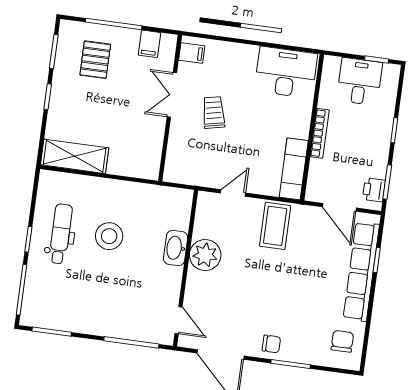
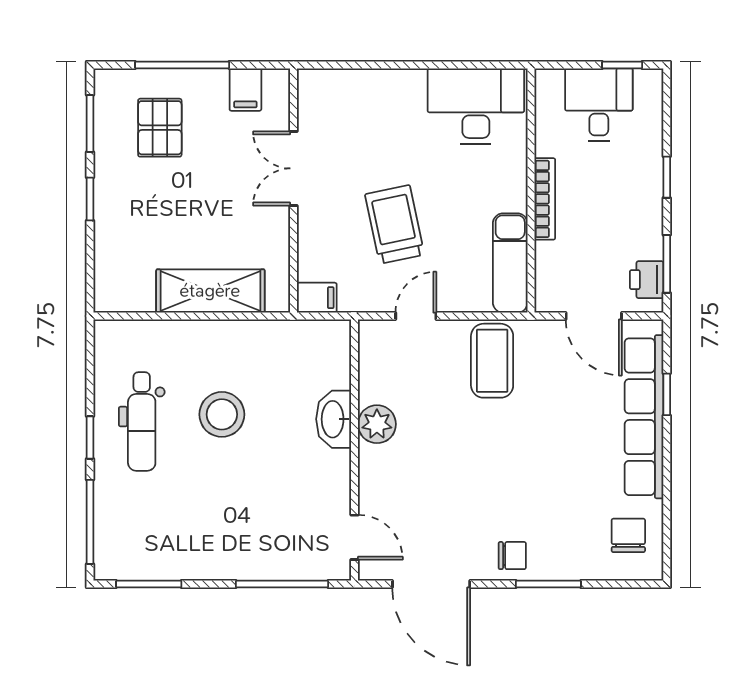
filing cabinet: (192, 53) -> (317, 298), moved
trolley: (214, 113) -> (395, 224), moved, width x1.36, depth x1.39
shelving: (75, 156) -> (210, 291), moved
dental chair: (61, 234) -> (142, 422), turned 180
plant: (205, 255) -> (377, 424), width x0.73, depth x0.73

